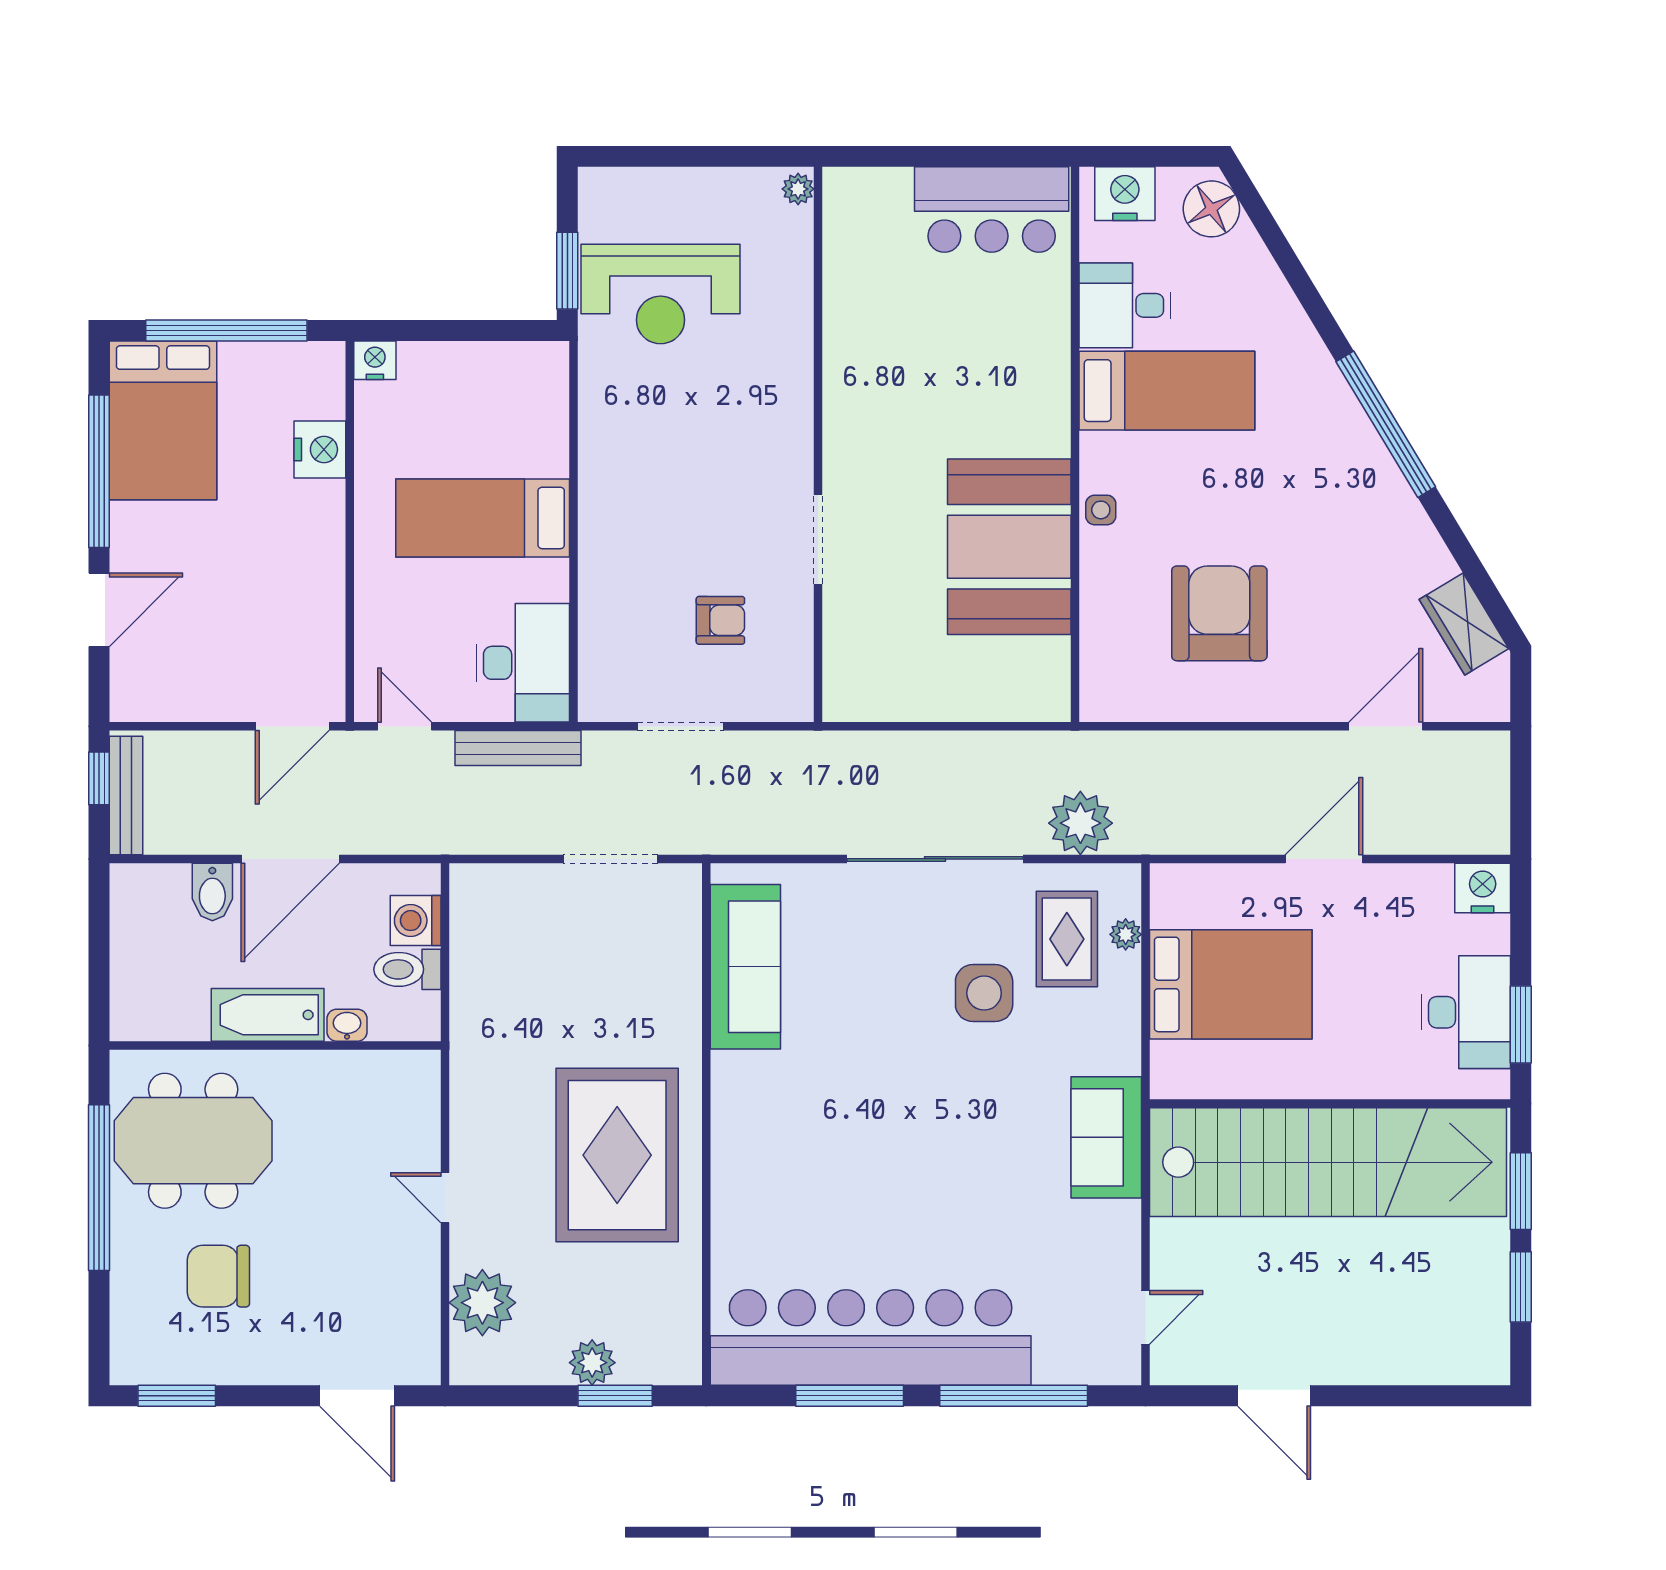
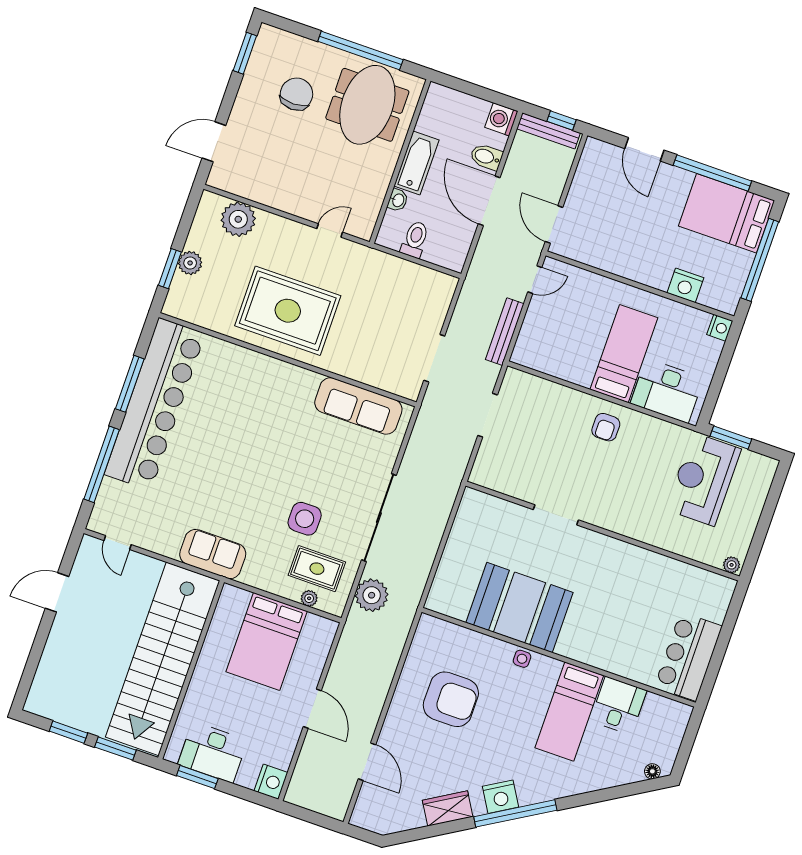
nightstand: (1125, 194) -> (501, 797), moved, turned 59
floor lamp: (1211, 209) -> (652, 771), width x0.53, depth x0.53
armchair: (720, 620) -> (606, 427), moved
wardrobe: (1464, 624) -> (448, 809), moved
desk: (523, 663) -> (667, 391), moved
washing machine: (416, 921) -> (501, 119), moved, turned -90
door: (445, 1198) -> (330, 230), moved

